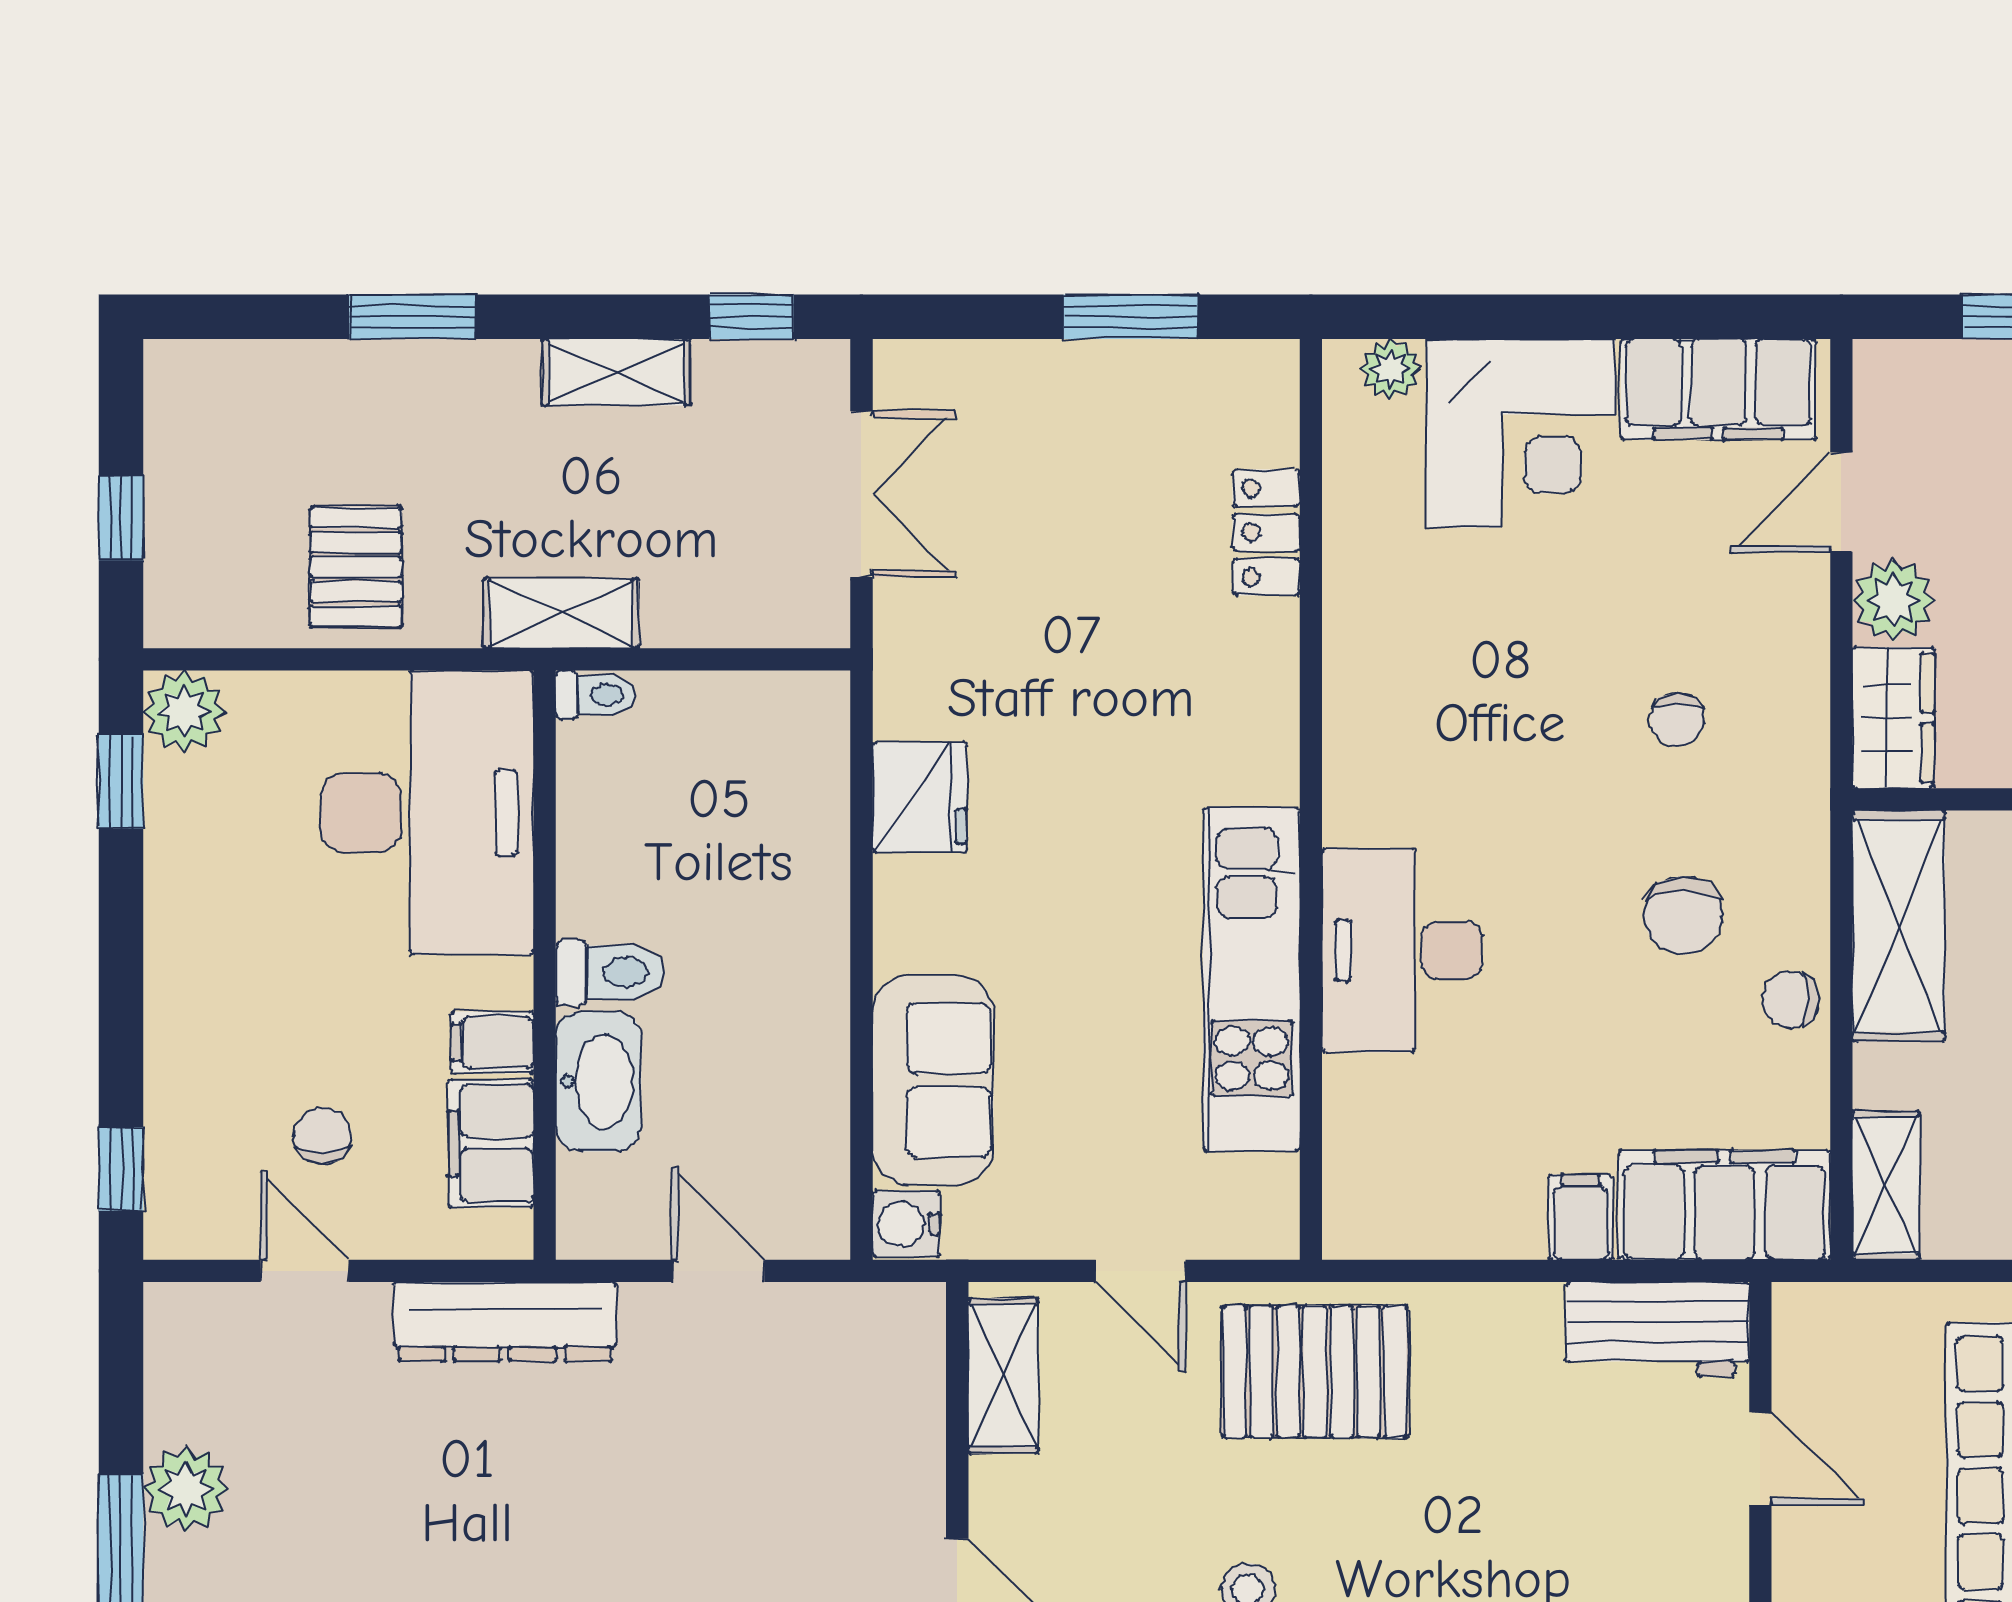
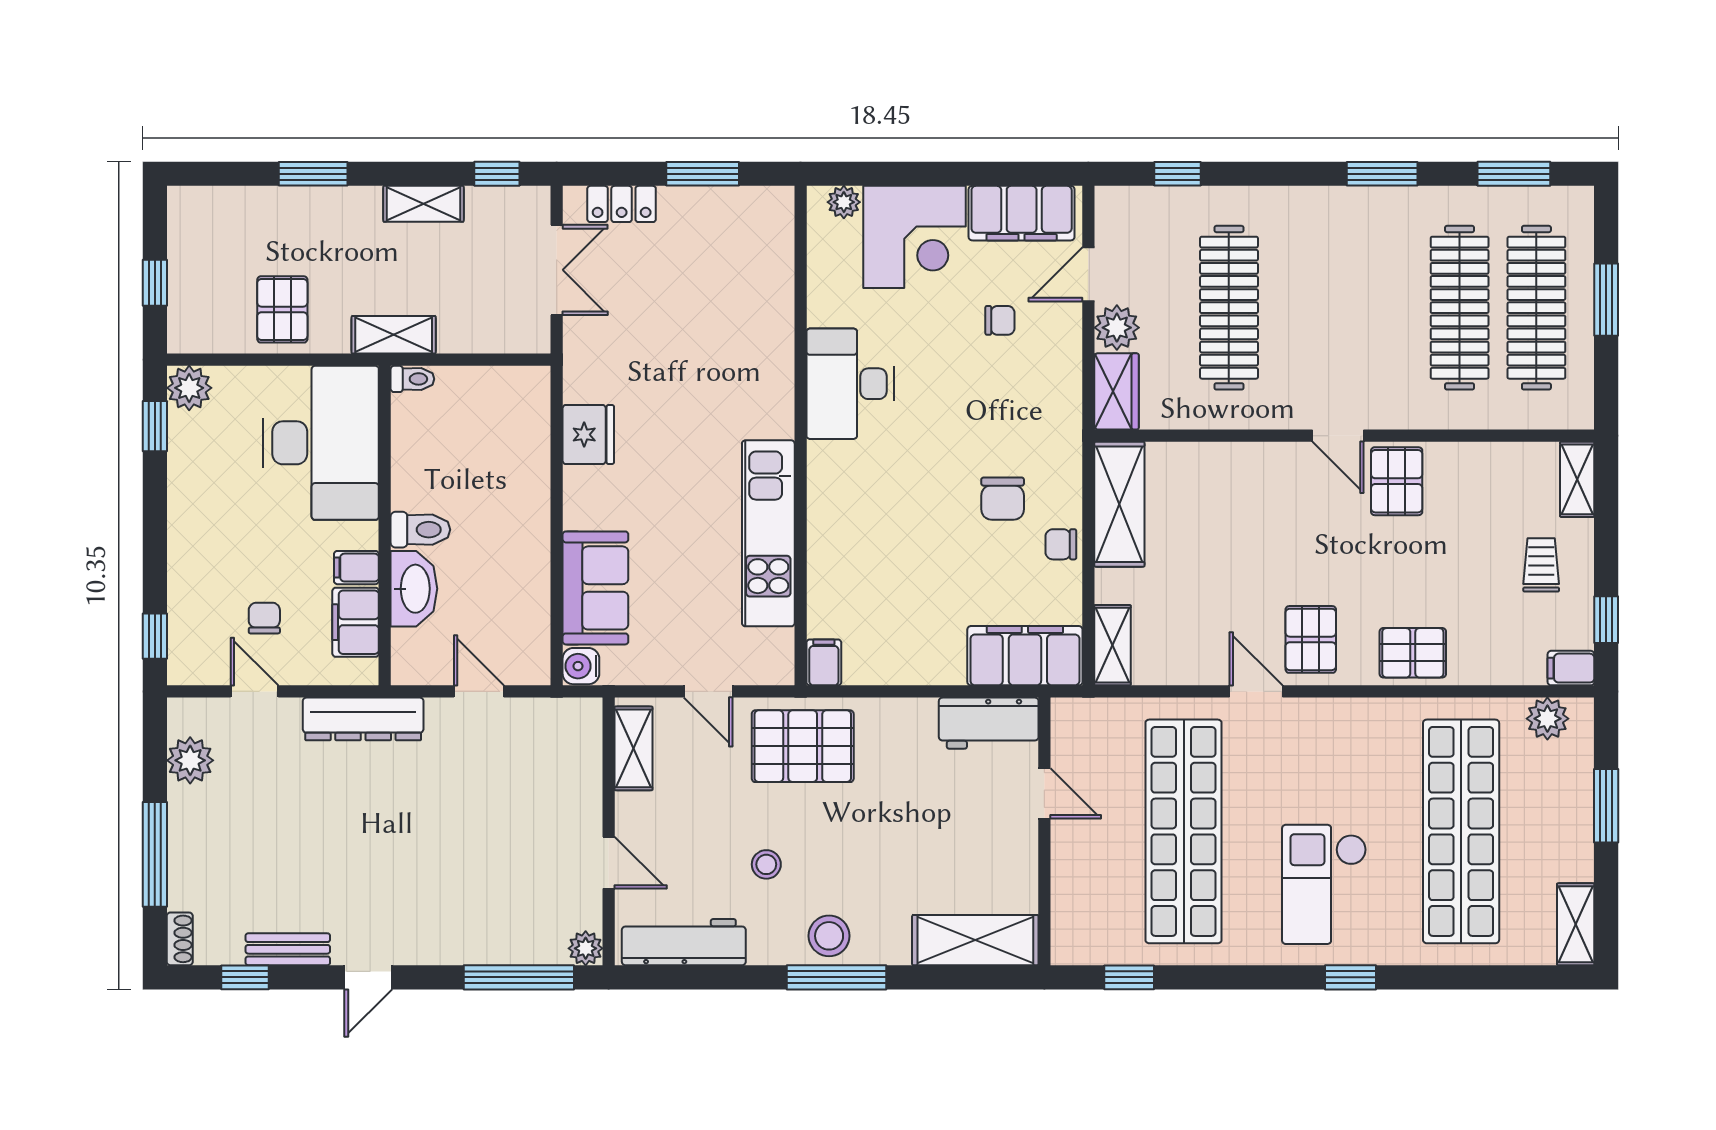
locker: (1266, 532) -> (622, 204), moved, turned -90
chair: (1677, 720) -> (1000, 320), moved, turned -90
desk: (1402, 950) -> (850, 384), moved
filing cabinet: (1581, 1217) -> (824, 662), moved
plant: (186, 1489) -> (190, 760), moved

